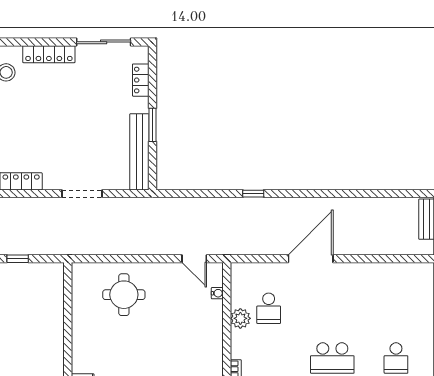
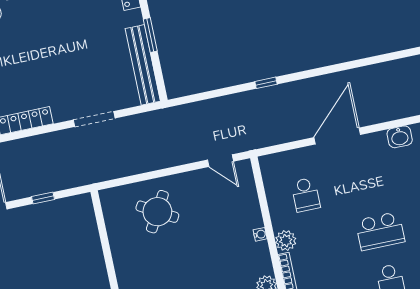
washbasin: (370, 272) -> (400, 137), added
water cooler: (217, 293) -> (260, 234), moved
round table: (124, 295) -> (157, 212), turned 30
plant: (240, 318) -> (286, 241), moved

